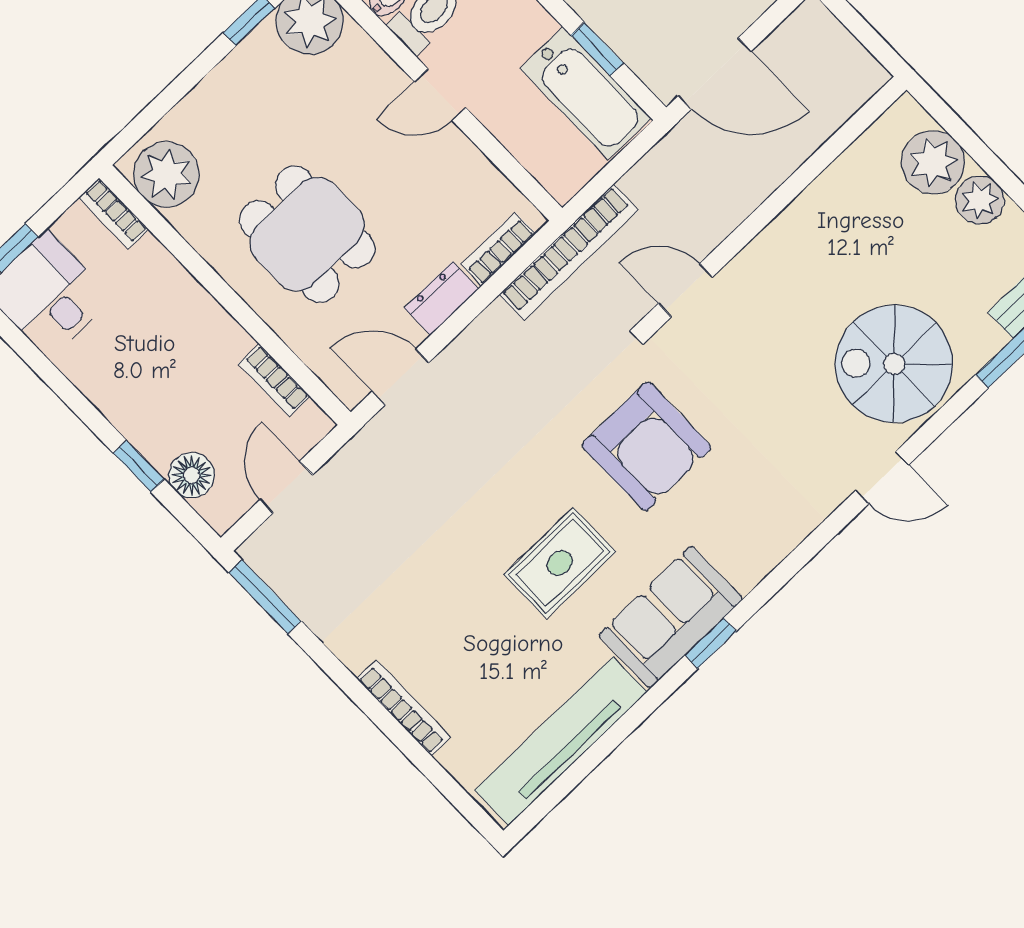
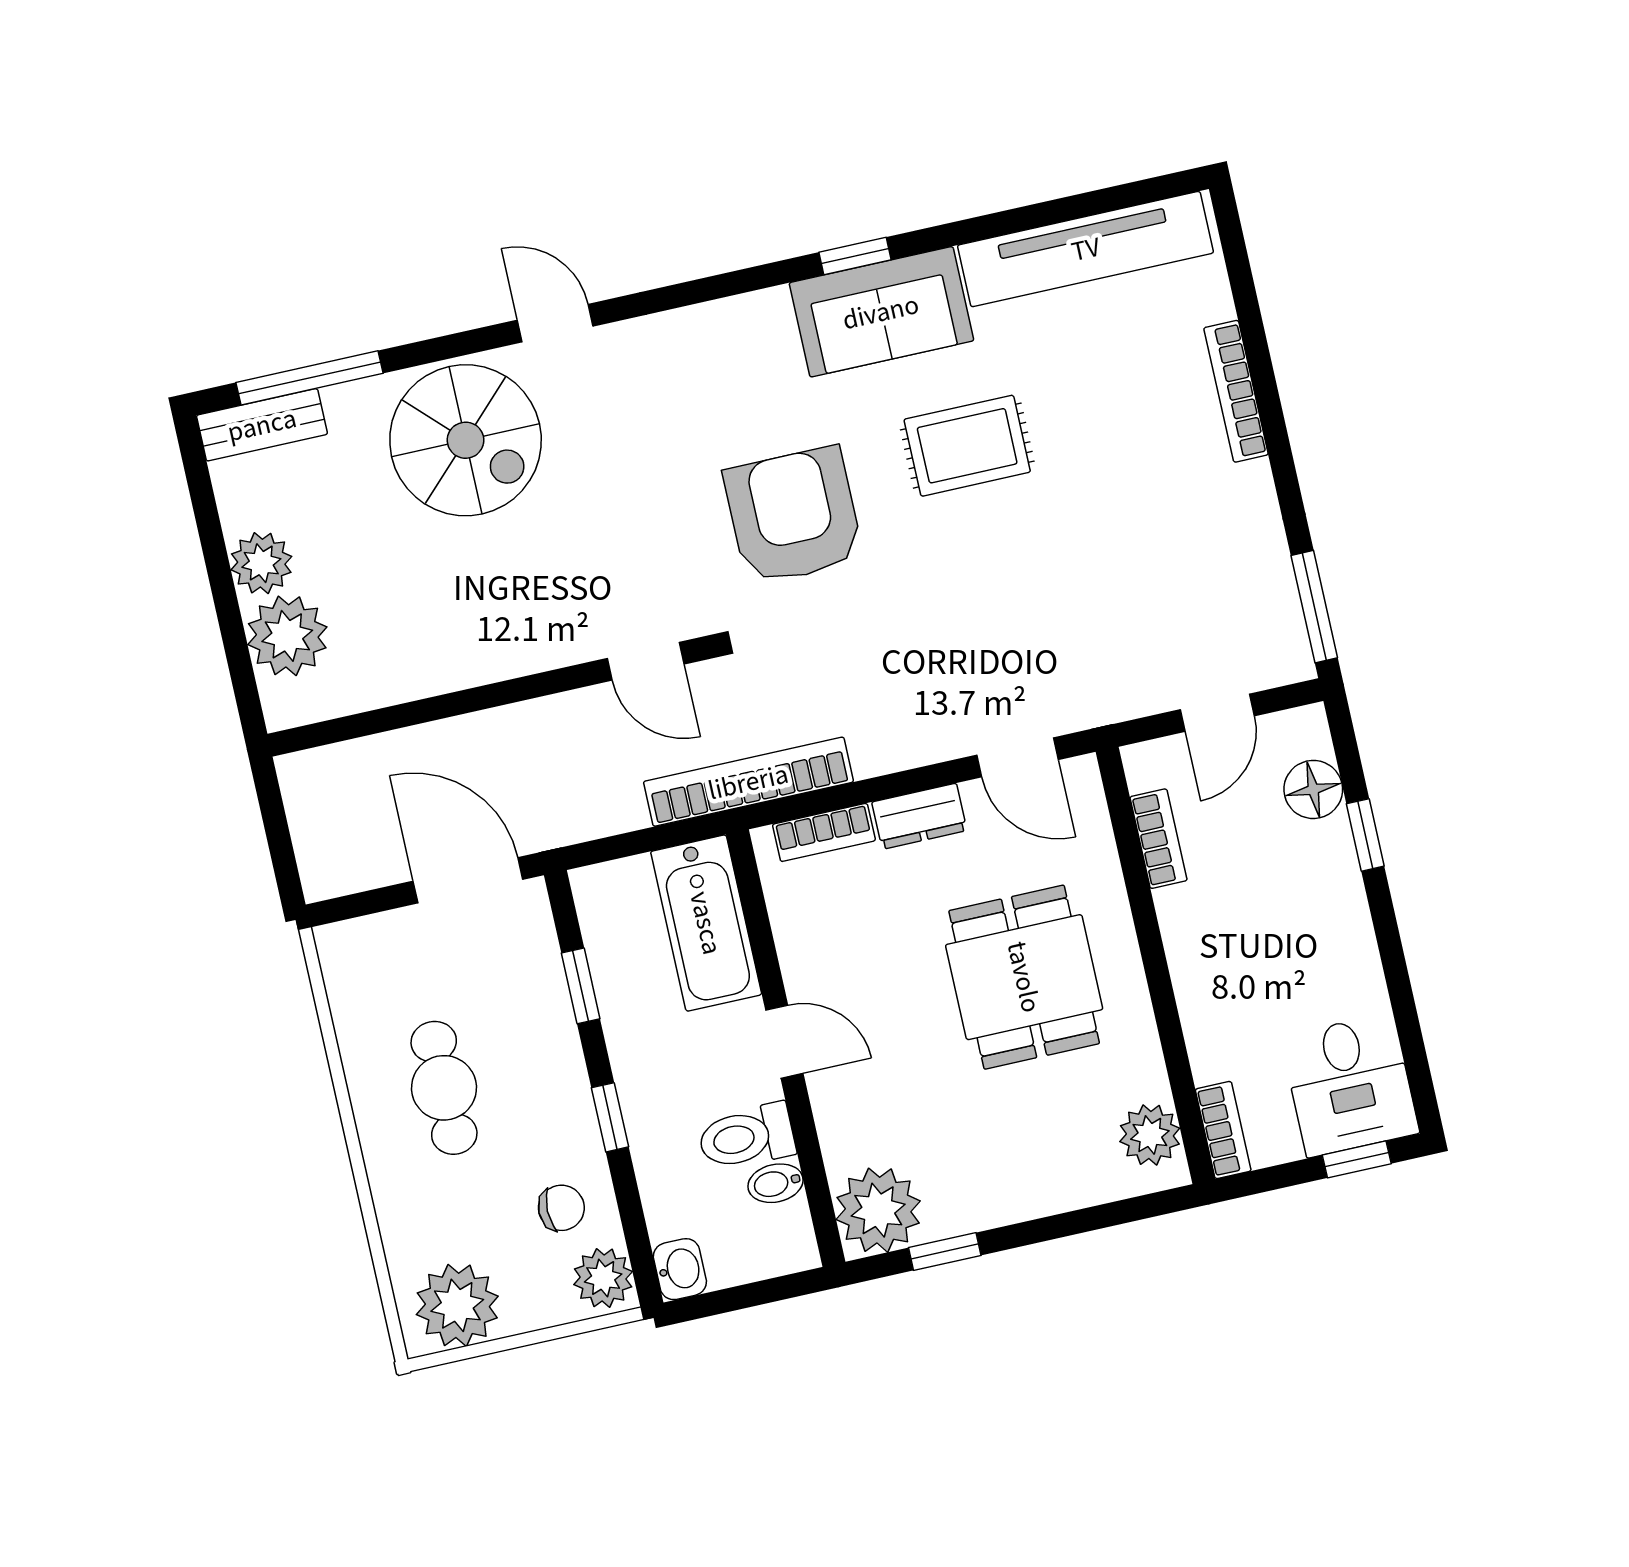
bathtub: (586, 93) -> (706, 923), moved, turned 180
plant: (167, 174) -> (1150, 1135), width x0.73, depth x0.73

